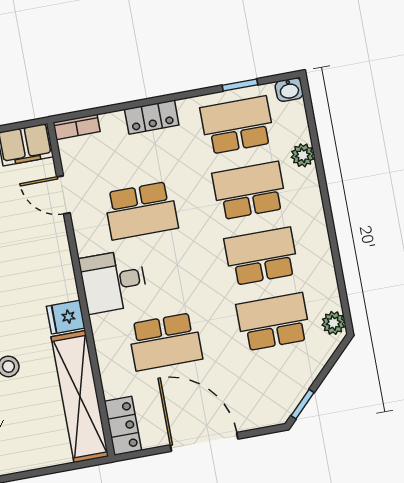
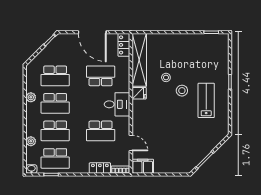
locker: (152, 117) -> (100, 168), moved
school desk: (141, 211) -> (101, 131), turned 180
plant: (333, 323) -> (31, 97), moved

